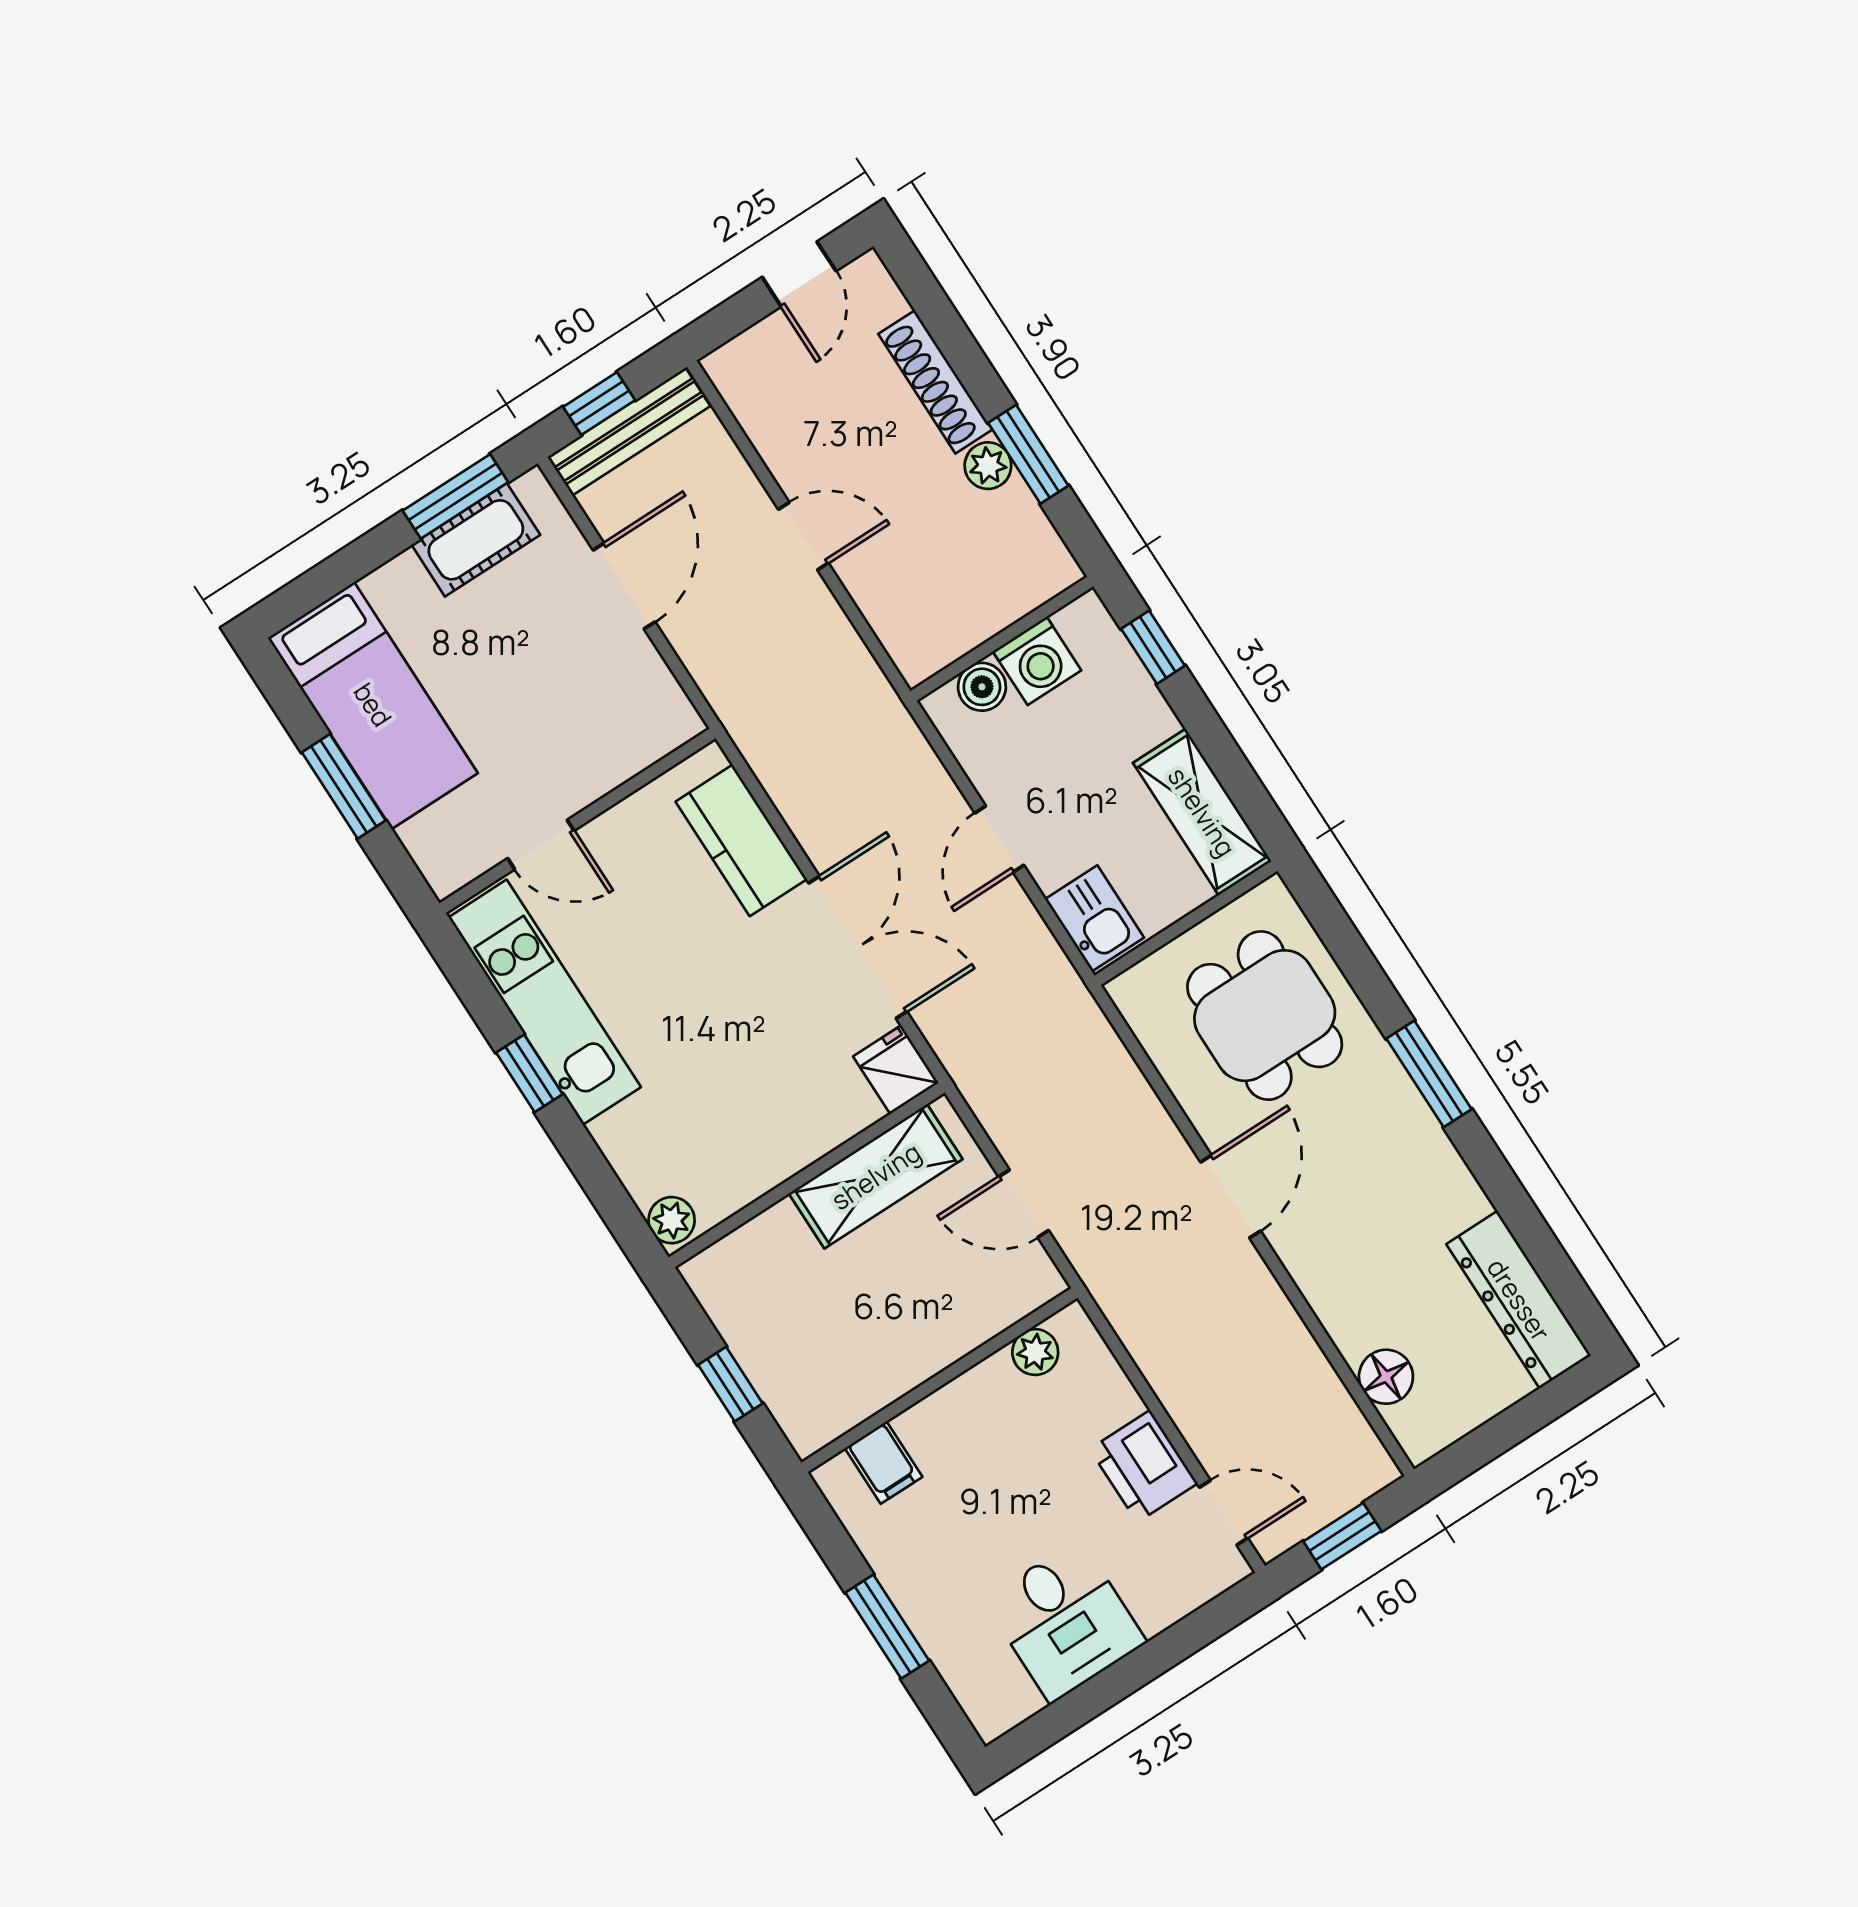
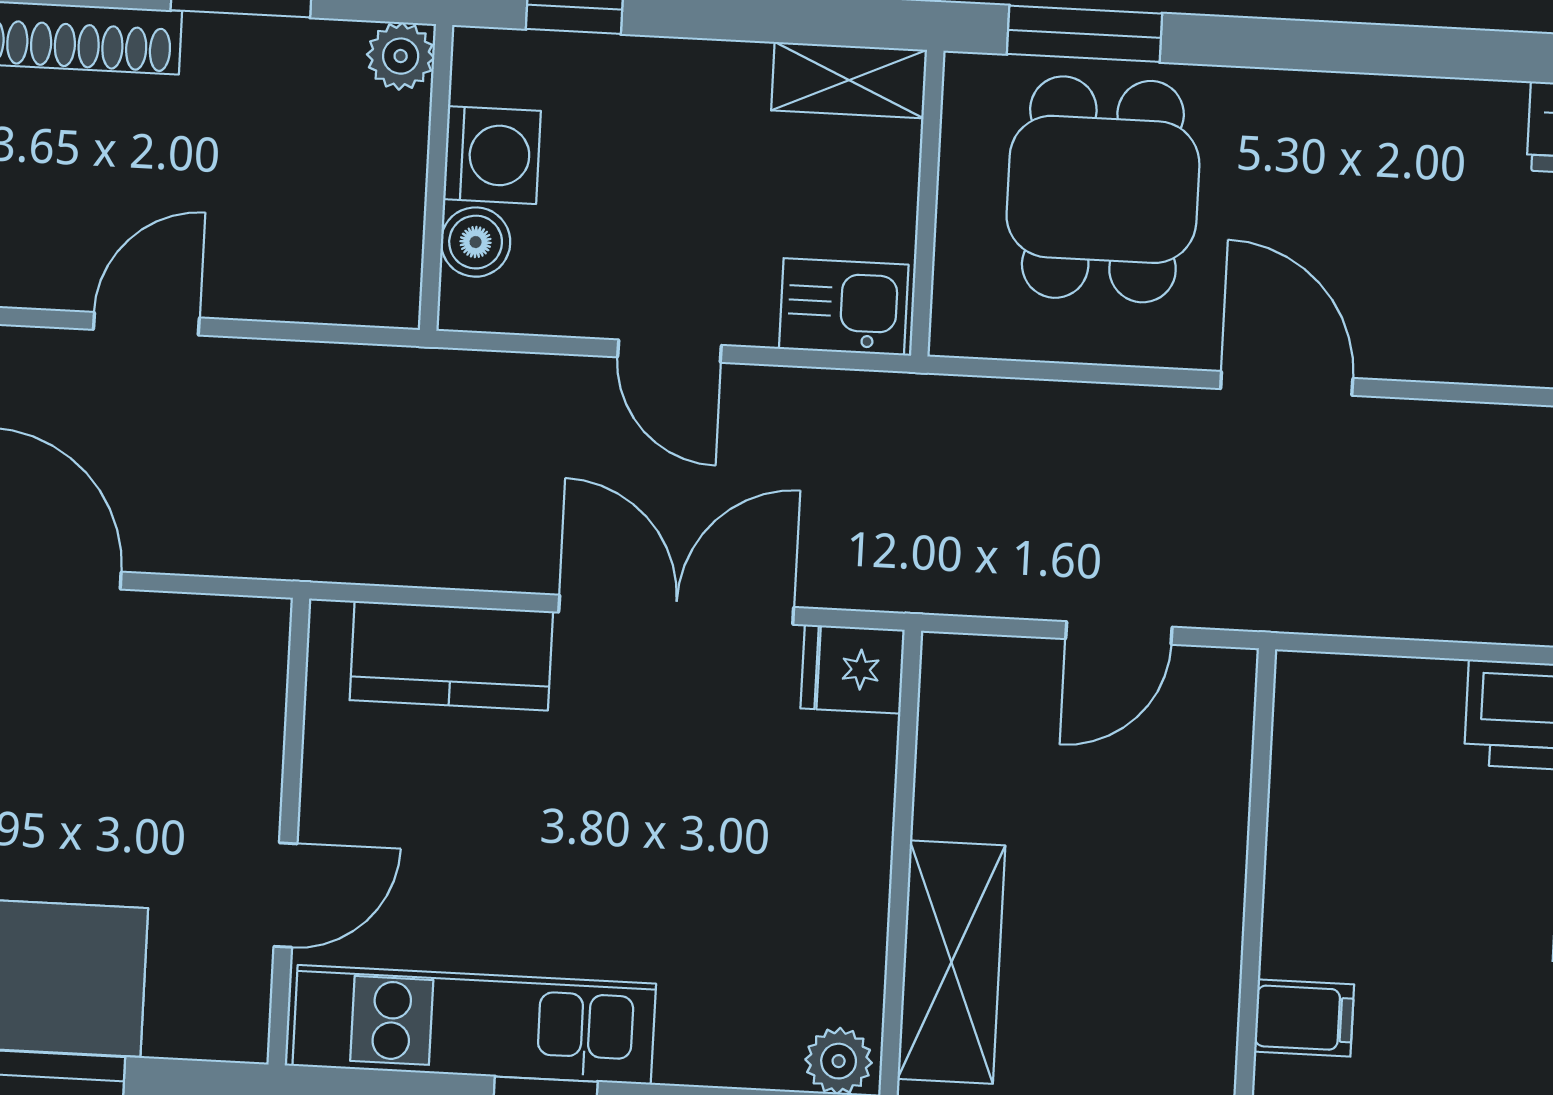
plant: (988, 466) -> (401, 56), moved
shelving: (1202, 812) -> (849, 80), width x0.67, depth x0.75
dining table: (1265, 1016) -> (1103, 189), turned 90
window: (1429, 1074) -> (1084, 34), moved
shelving: (876, 1176) -> (951, 962), moved
plant: (1035, 1352) -> (1303, 746), removed

